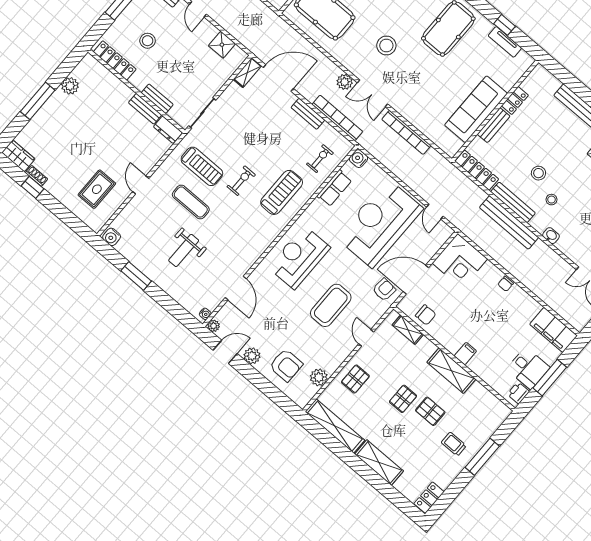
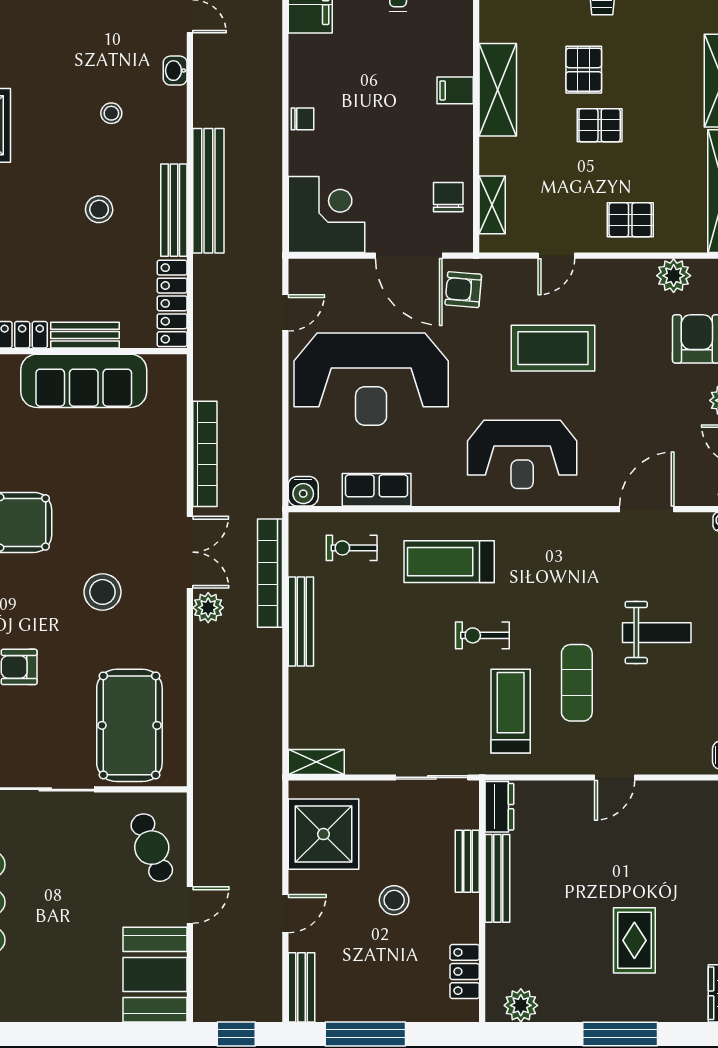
stool: (148, 41) -> (394, 900), moved
shower: (222, 45) -> (323, 834), width x1.86, depth x1.86
locker: (115, 60) -> (465, 972), width x0.66
door: (278, 78) -> (285, 709), removed
plant: (70, 86) -> (521, 1005), moved
bench: (145, 109) -> (497, 878), width x1.36
bench: (308, 114) -> (301, 622), width x1.36
rug: (97, 189) -> (634, 940), moved, turned 90
stool: (551, 200) -> (111, 113), moved
washbasin: (551, 236) -> (175, 71), moved

